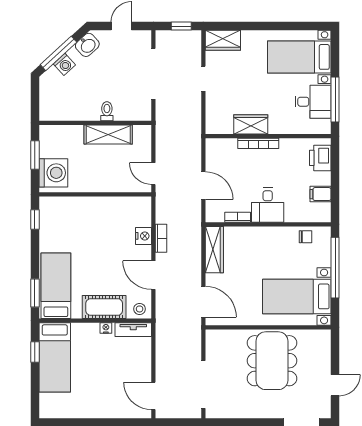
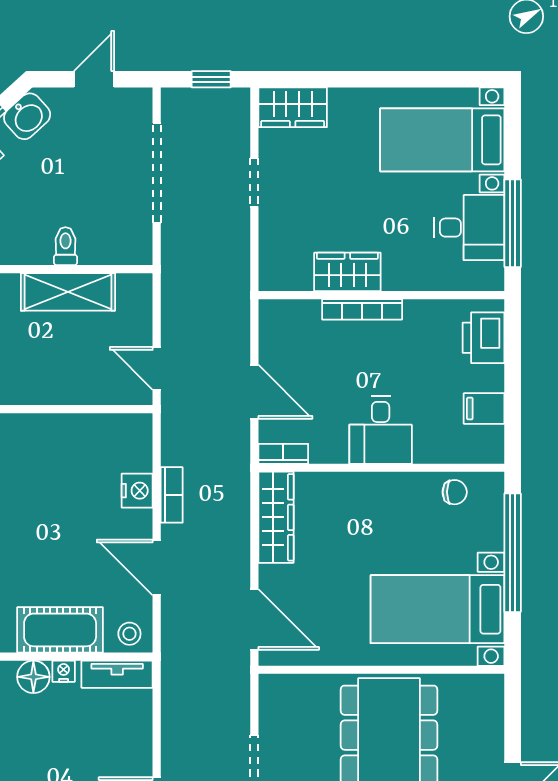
bookcase: (238, 217) -> (283, 454), moved
floor lamp: (91, 331) -> (33, 677), added

